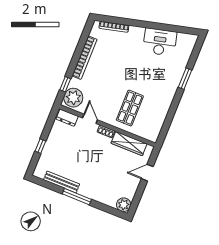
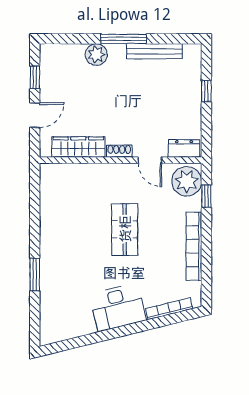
desk: (160, 42) -> (118, 307), moved
shop shelf: (130, 108) -> (125, 229), moved
window: (138, 195) -> (35, 77), added
plant: (124, 205) -> (96, 54), moved

